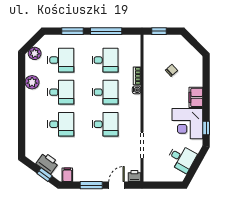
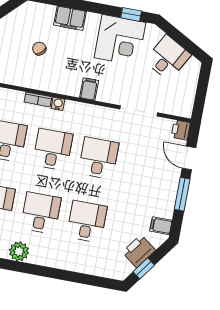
filing cabinet: (196, 97) -> (70, 18), moved
filing cabinet: (150, 109) -> (89, 89), added
window: (45, 175) -> (144, 268), moved

